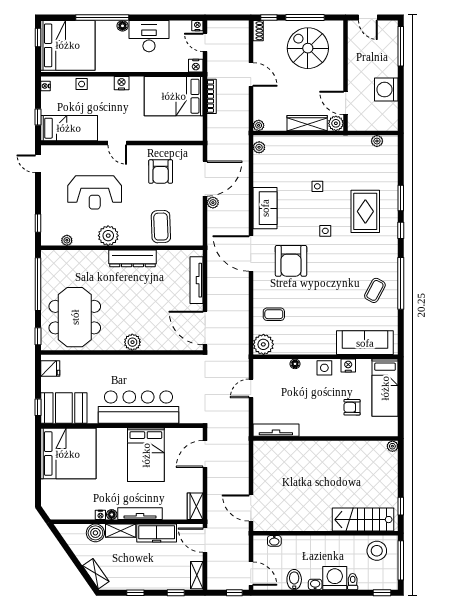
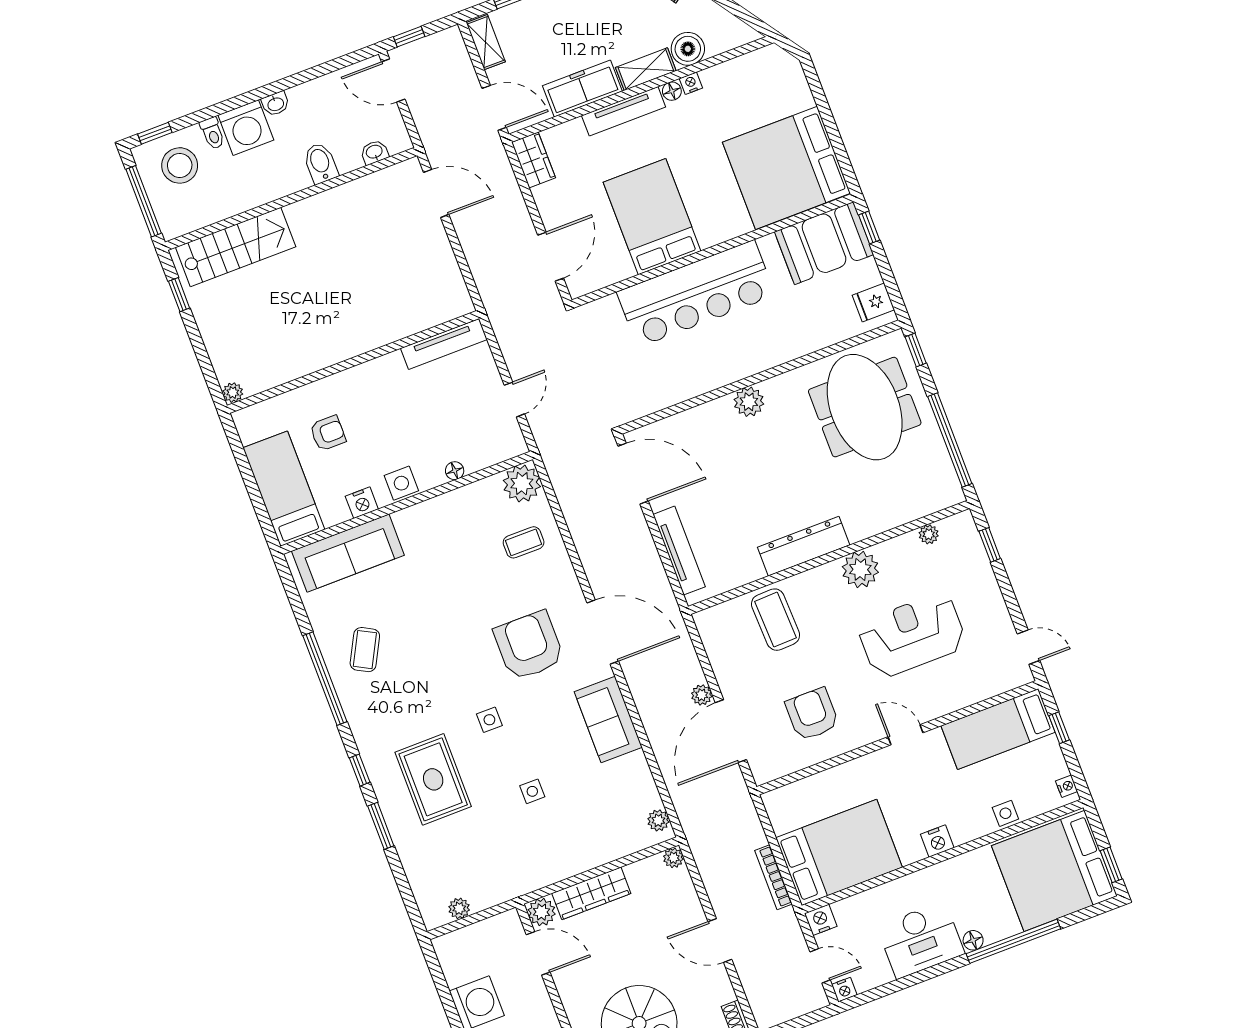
stool: (377, 551) -> (180, 165), moved
bidet: (294, 580) -> (321, 163), moved, turned 180

